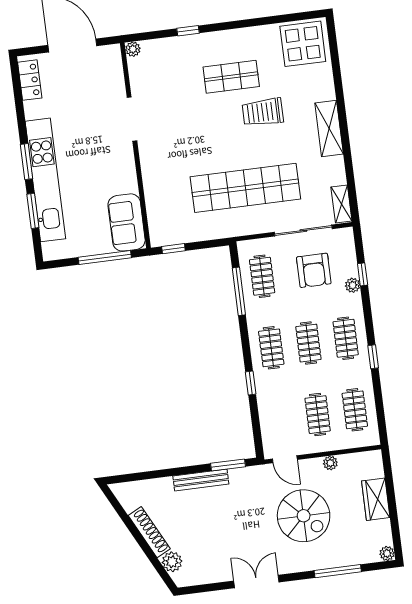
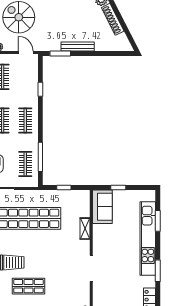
window: (27, 162) -> (158, 271), moved
shelving: (151, 183) -> (85, 229), added
window: (173, 249) -> (64, 187), moved
window: (105, 257) -> (118, 187), width x0.46
window: (251, 383) -> (40, 89), moved

